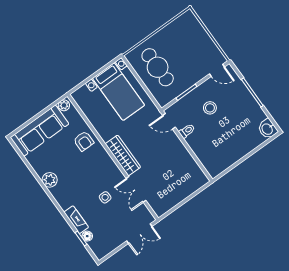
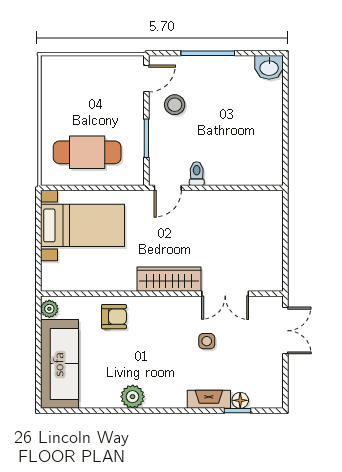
stool: (210, 108) -> (175, 105), moved

